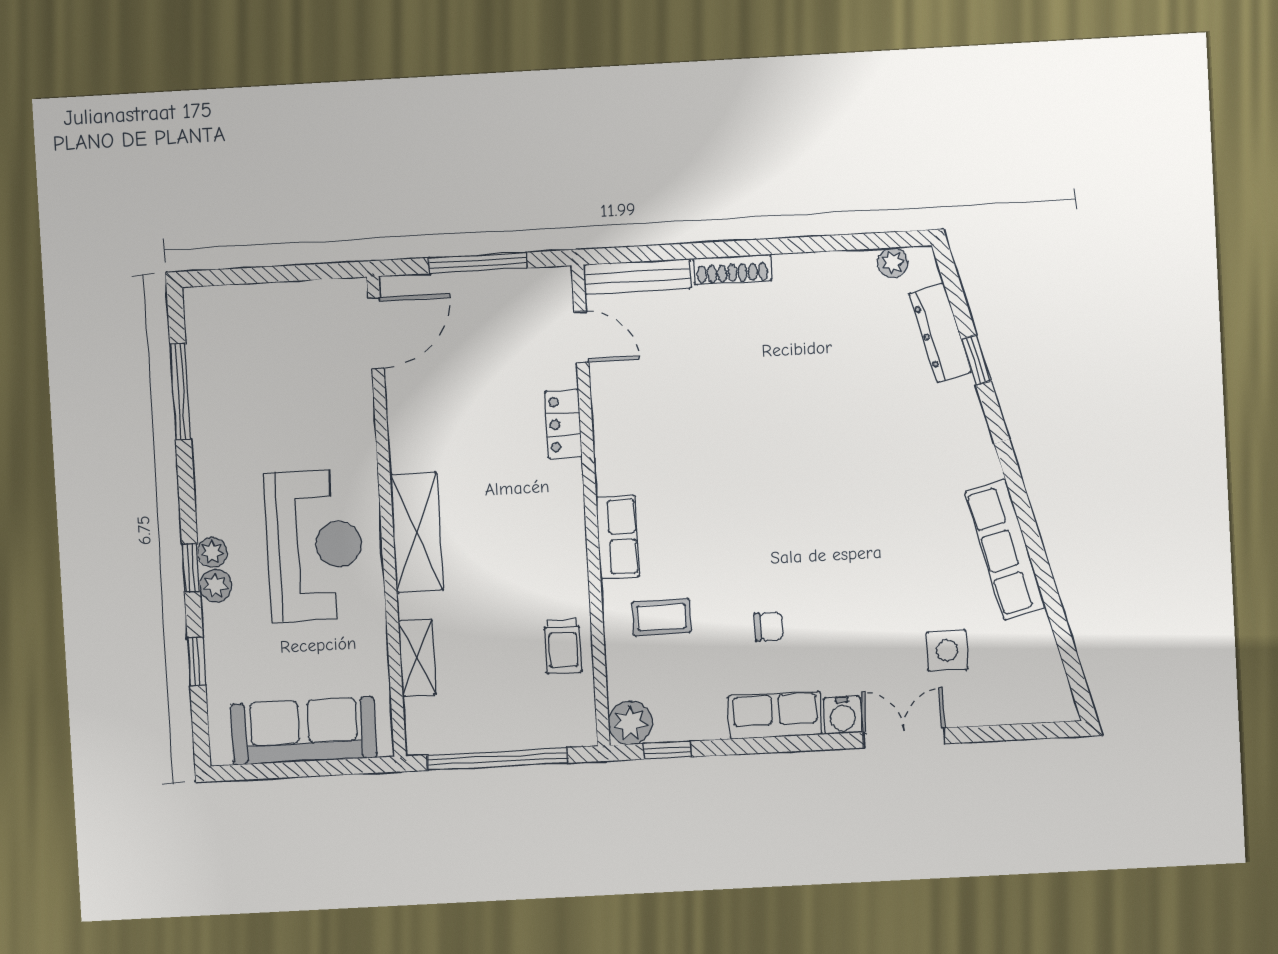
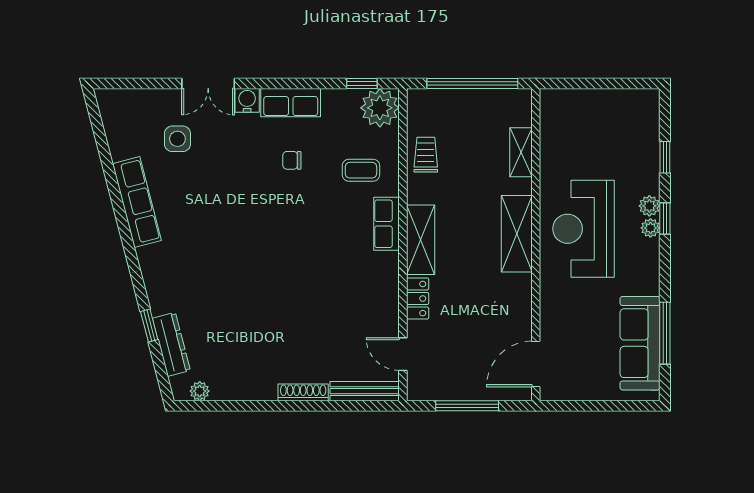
shelving: (564, 515) -> (421, 240), added
plant: (630, 723) -> (380, 108), width x1.36, depth x1.36
sofa: (304, 731) -> (640, 343), moved, turned 90

